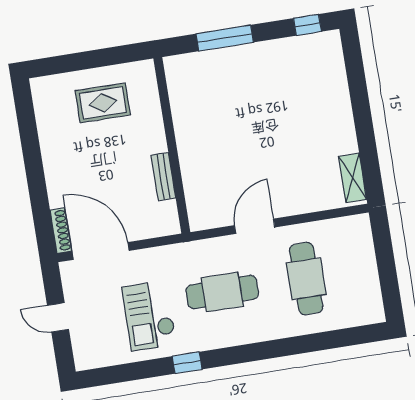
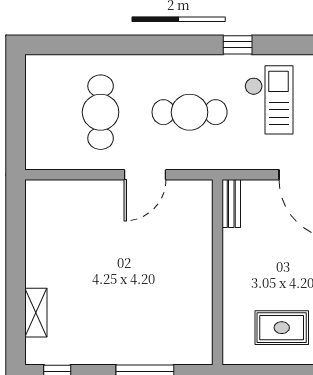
bench: (163, 177) -> (231, 204), moved
shelving: (353, 178) -> (36, 313), moved

